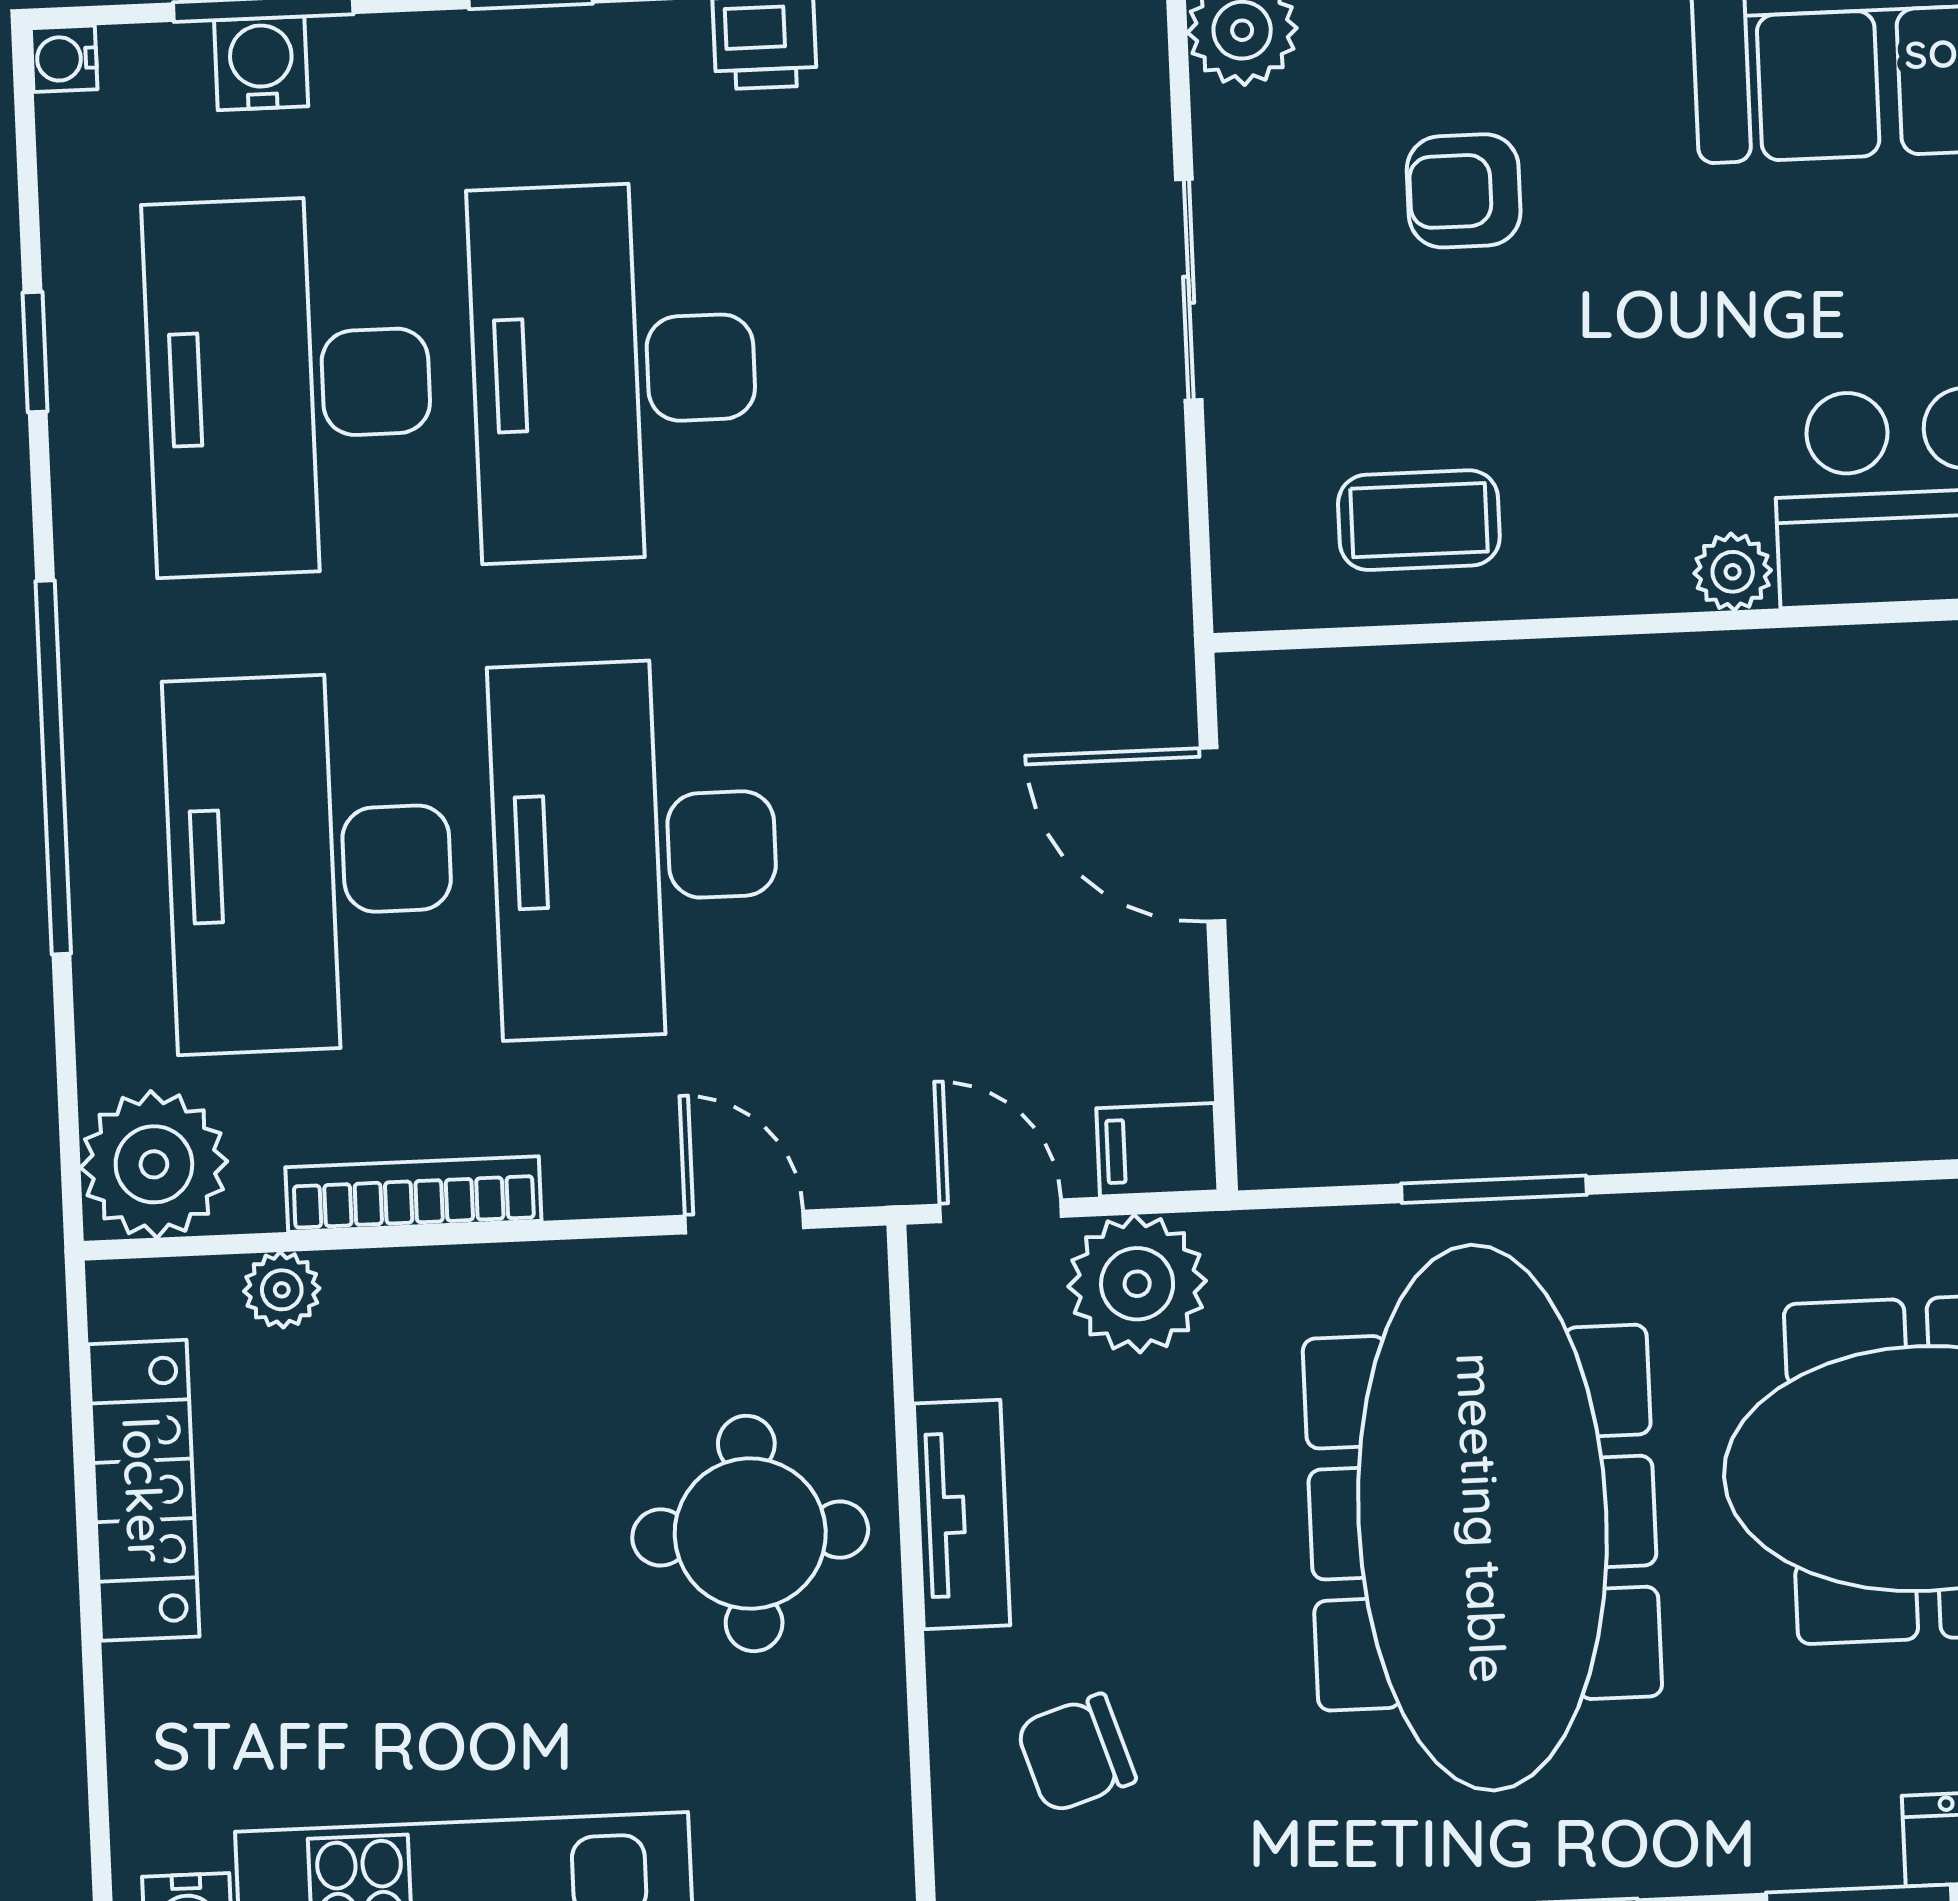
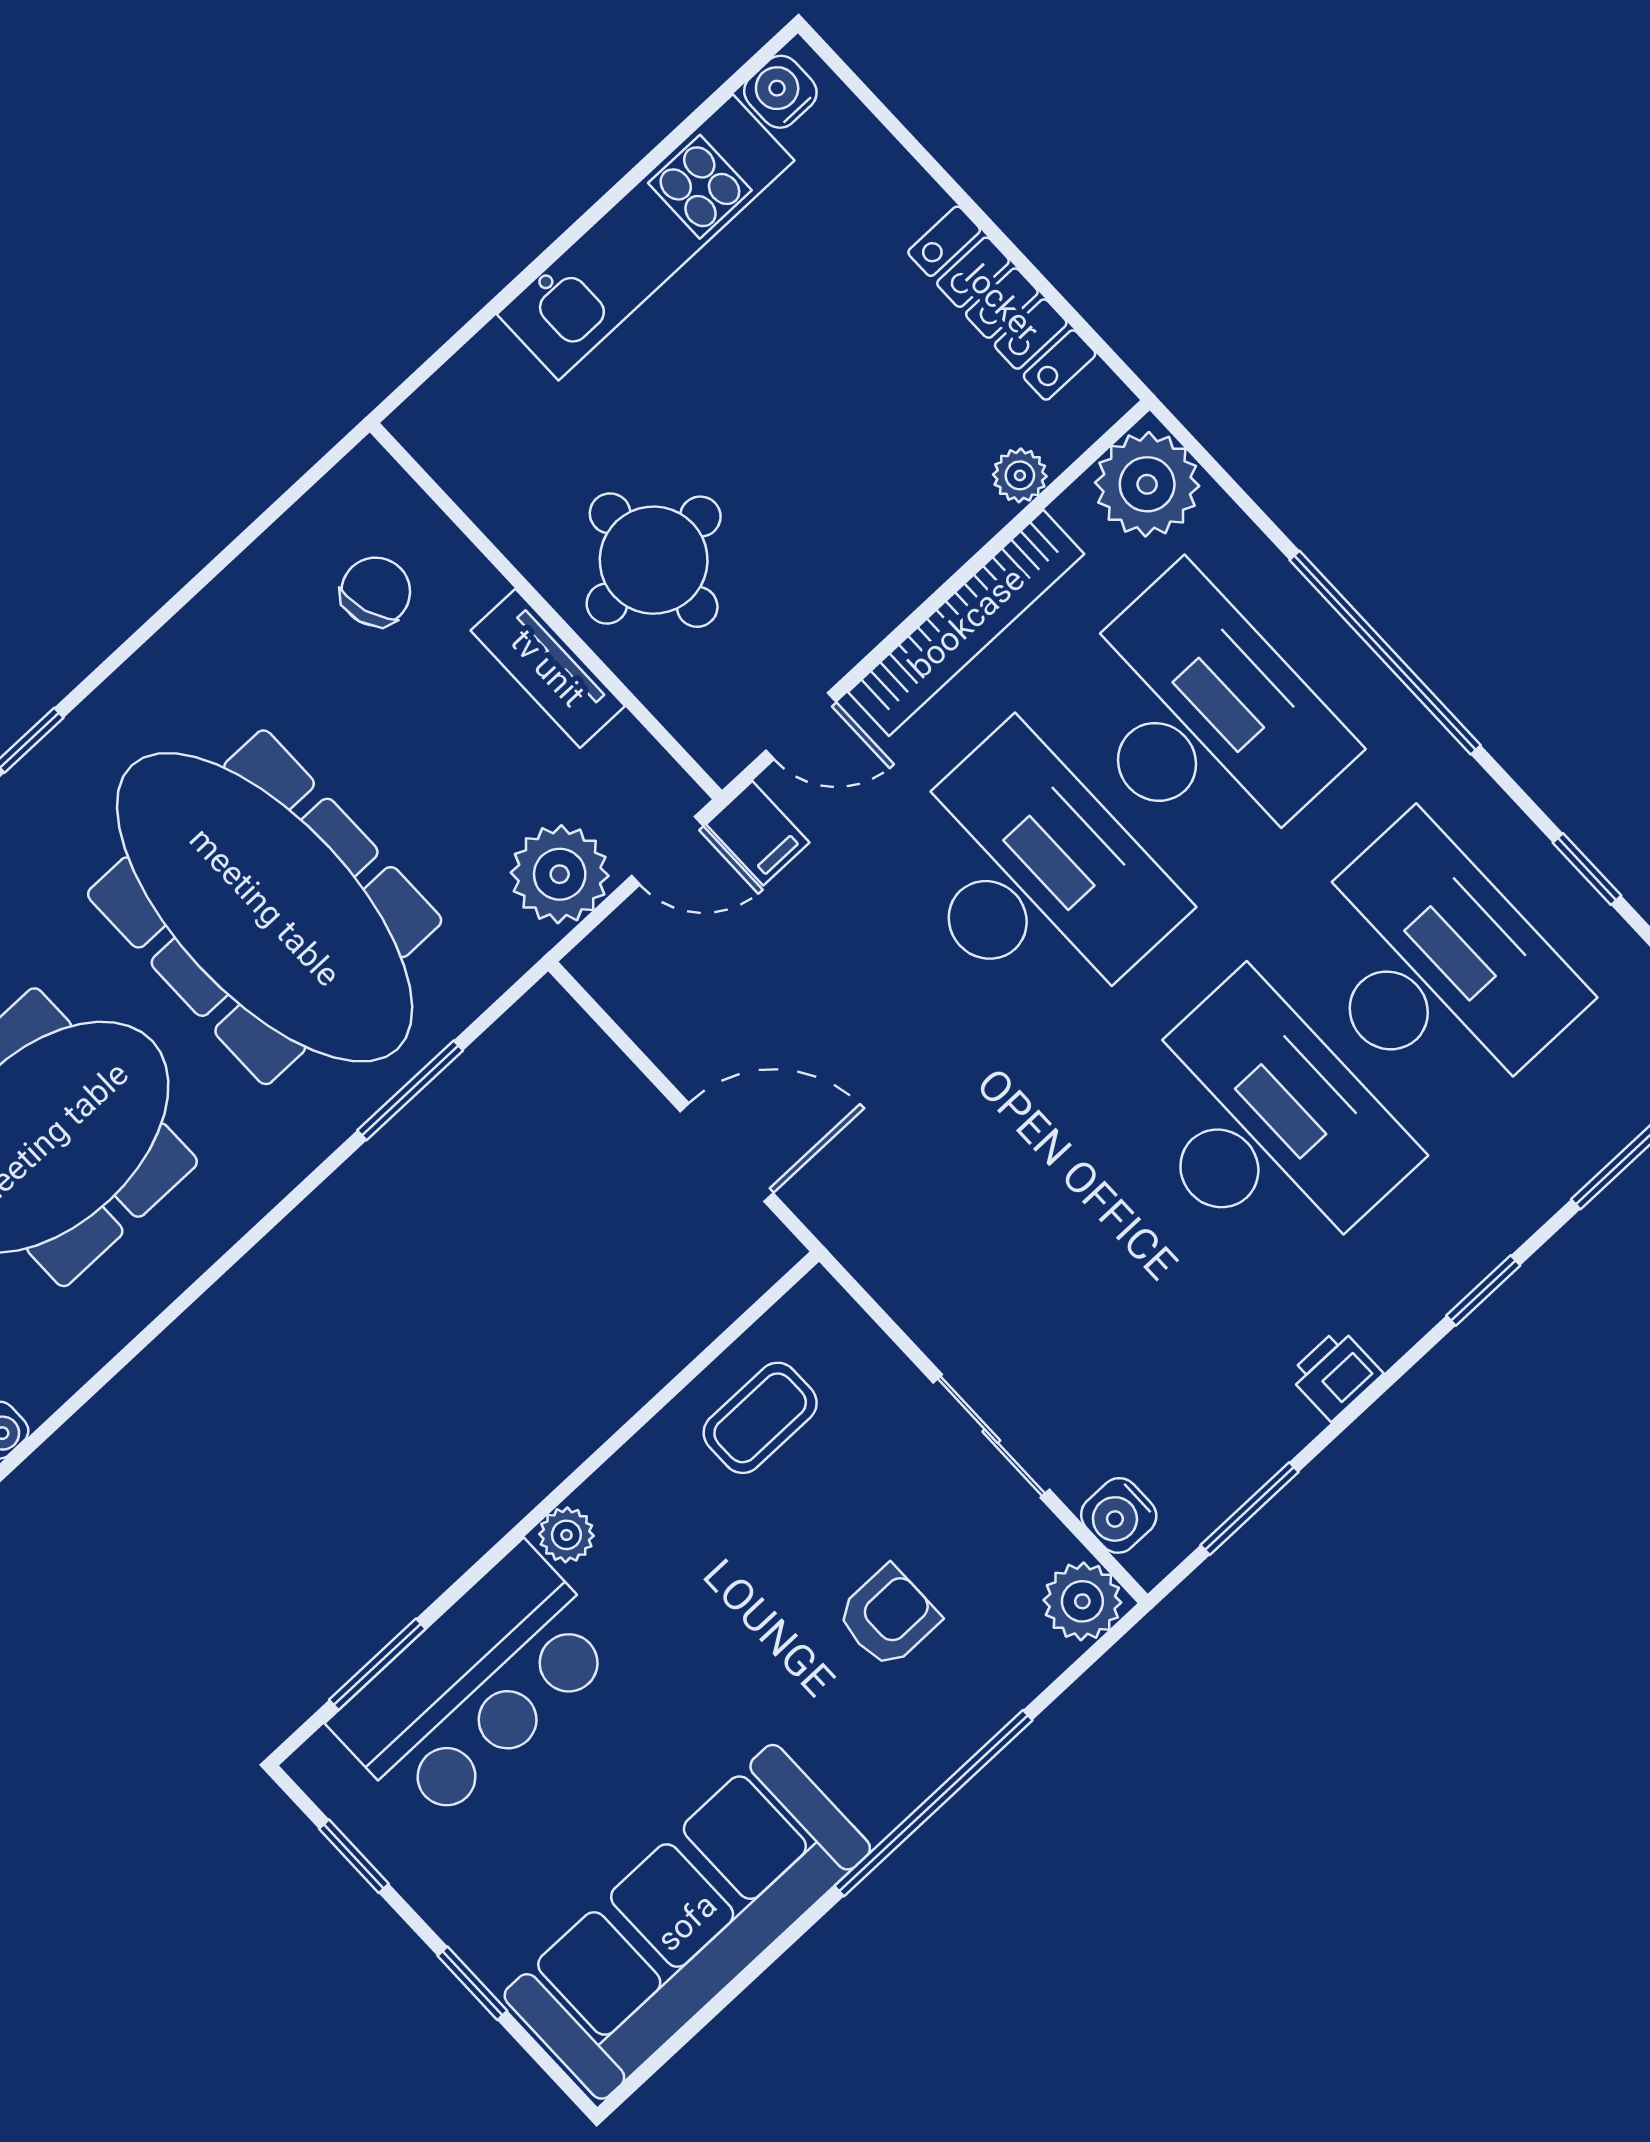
water cooler: (261, 63) -> (1119, 1515), moved, turned 90
filing cabinet: (1157, 1150) -> (758, 833), moved, turned 90
bookcase: (413, 1194) -> (966, 623), width x1.48, depth x1.31

